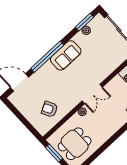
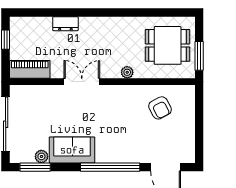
sofa: (66, 55) -> (72, 150), moved
double door: (92, 94) -> (82, 82), moved

